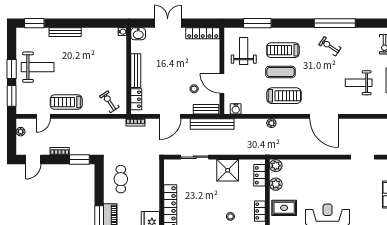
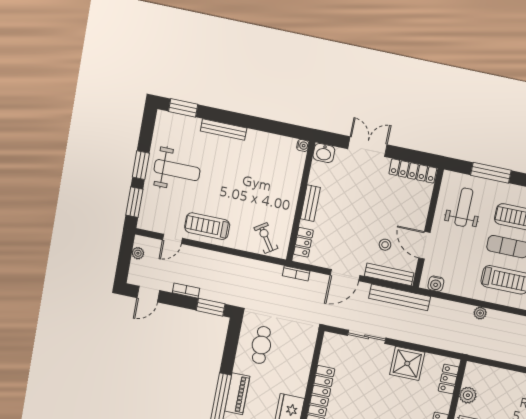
bench: (136, 71) -> (310, 203), width x0.73
bench: (206, 109) -> (389, 274), width x1.36
plant: (276, 166) -> (473, 371), removed

